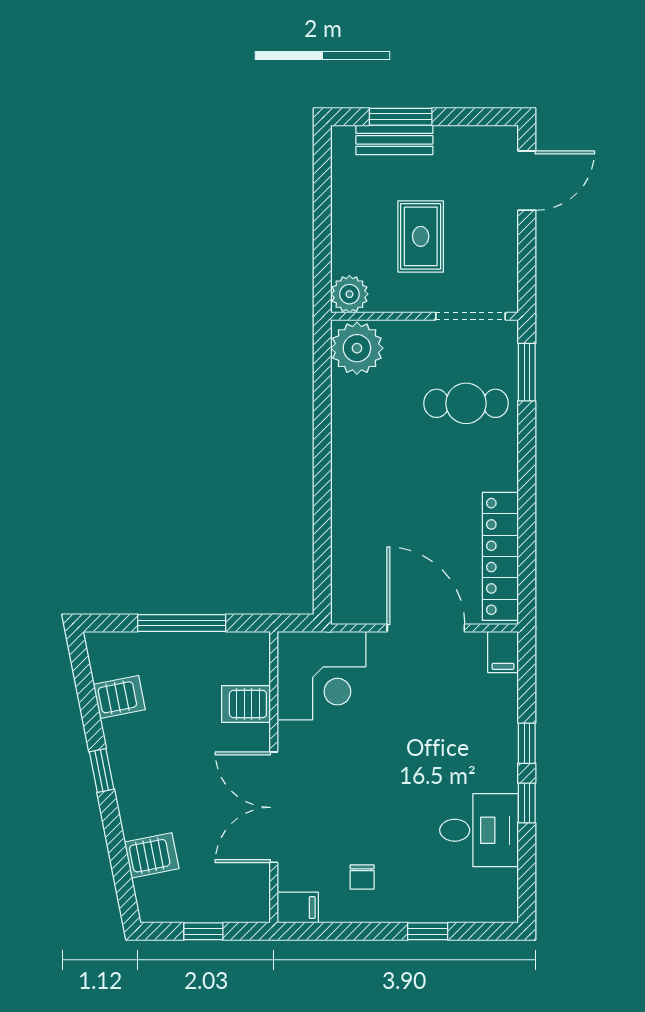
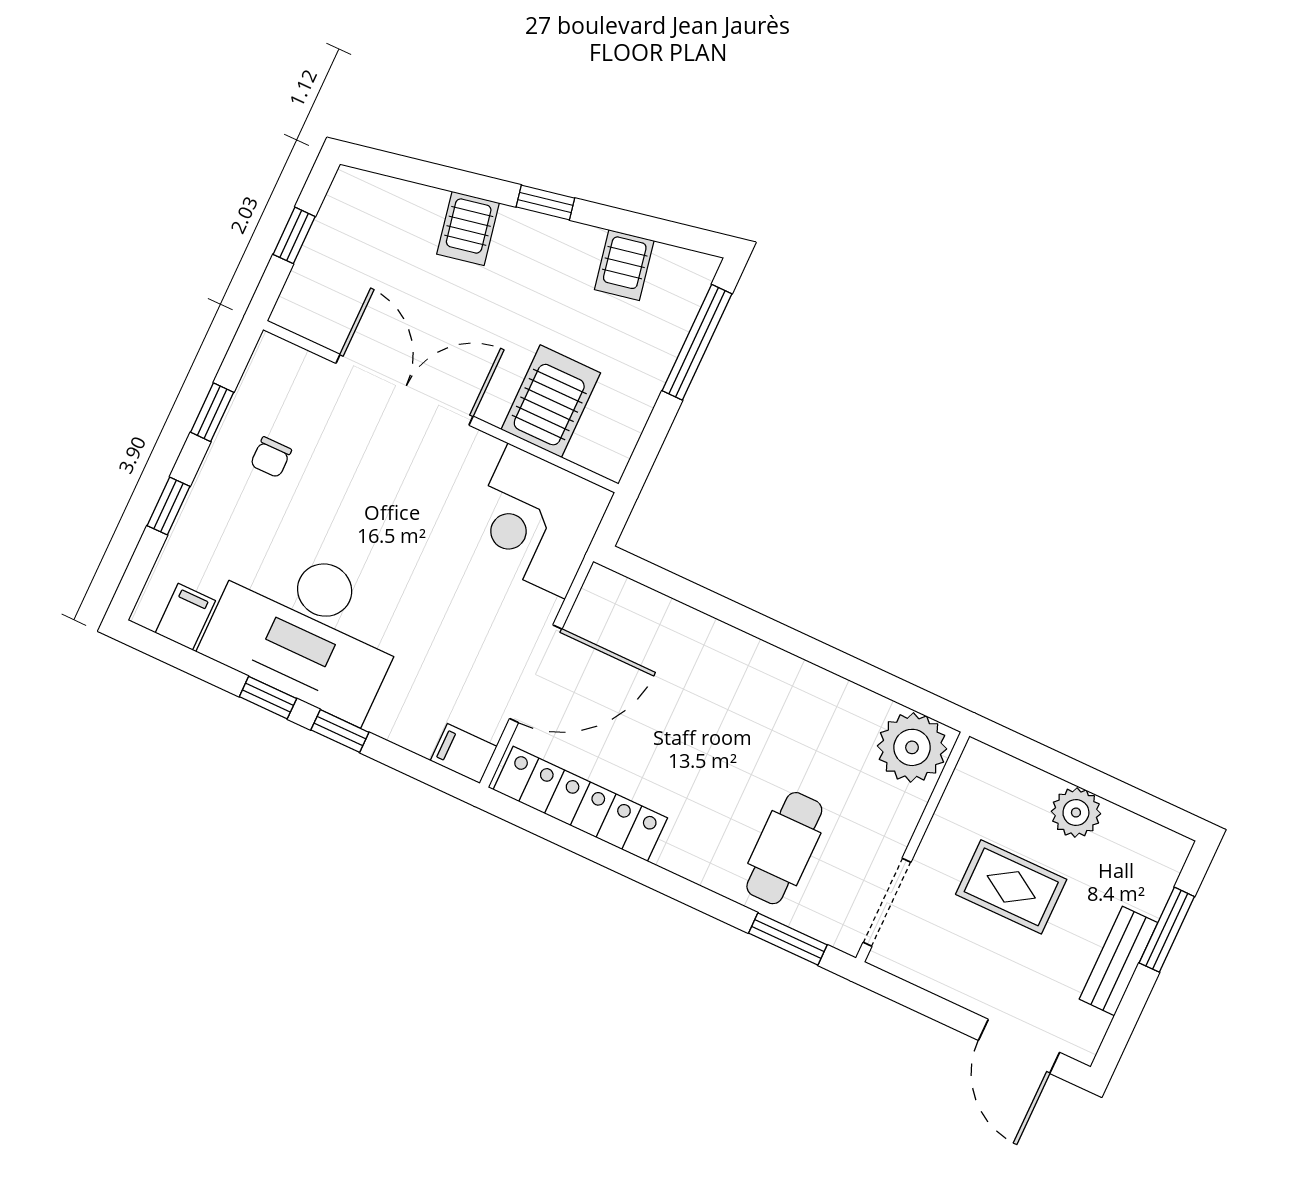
bench: (394, 140) -> (1118, 961), moved
plant: (349, 294) -> (1076, 813), moved
window: (182, 623) -> (697, 342), moved
server rack: (246, 704) -> (551, 401), width x1.36, depth x1.44
desk: (479, 830) -> (307, 628), width x1.87, depth x1.30
server rack: (152, 855) -> (468, 228), moved
chair: (362, 877) -> (271, 457), turned -90
filing cabinet: (298, 908) -> (185, 617), moved, turned 180
window: (350, 931) -> (212, 412), added

